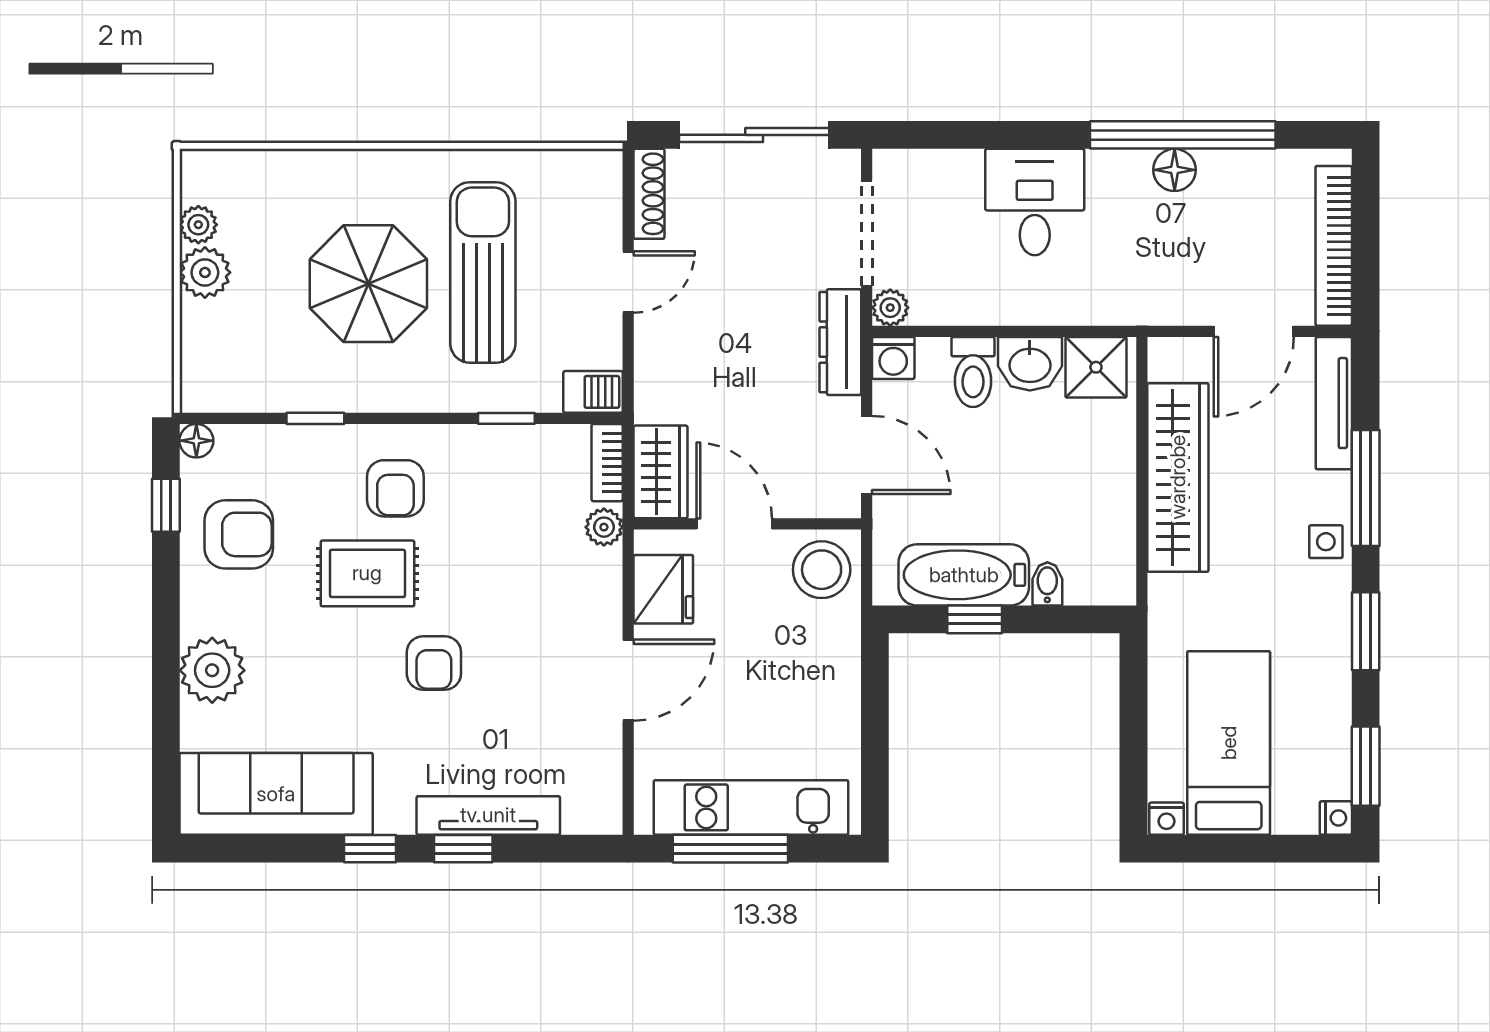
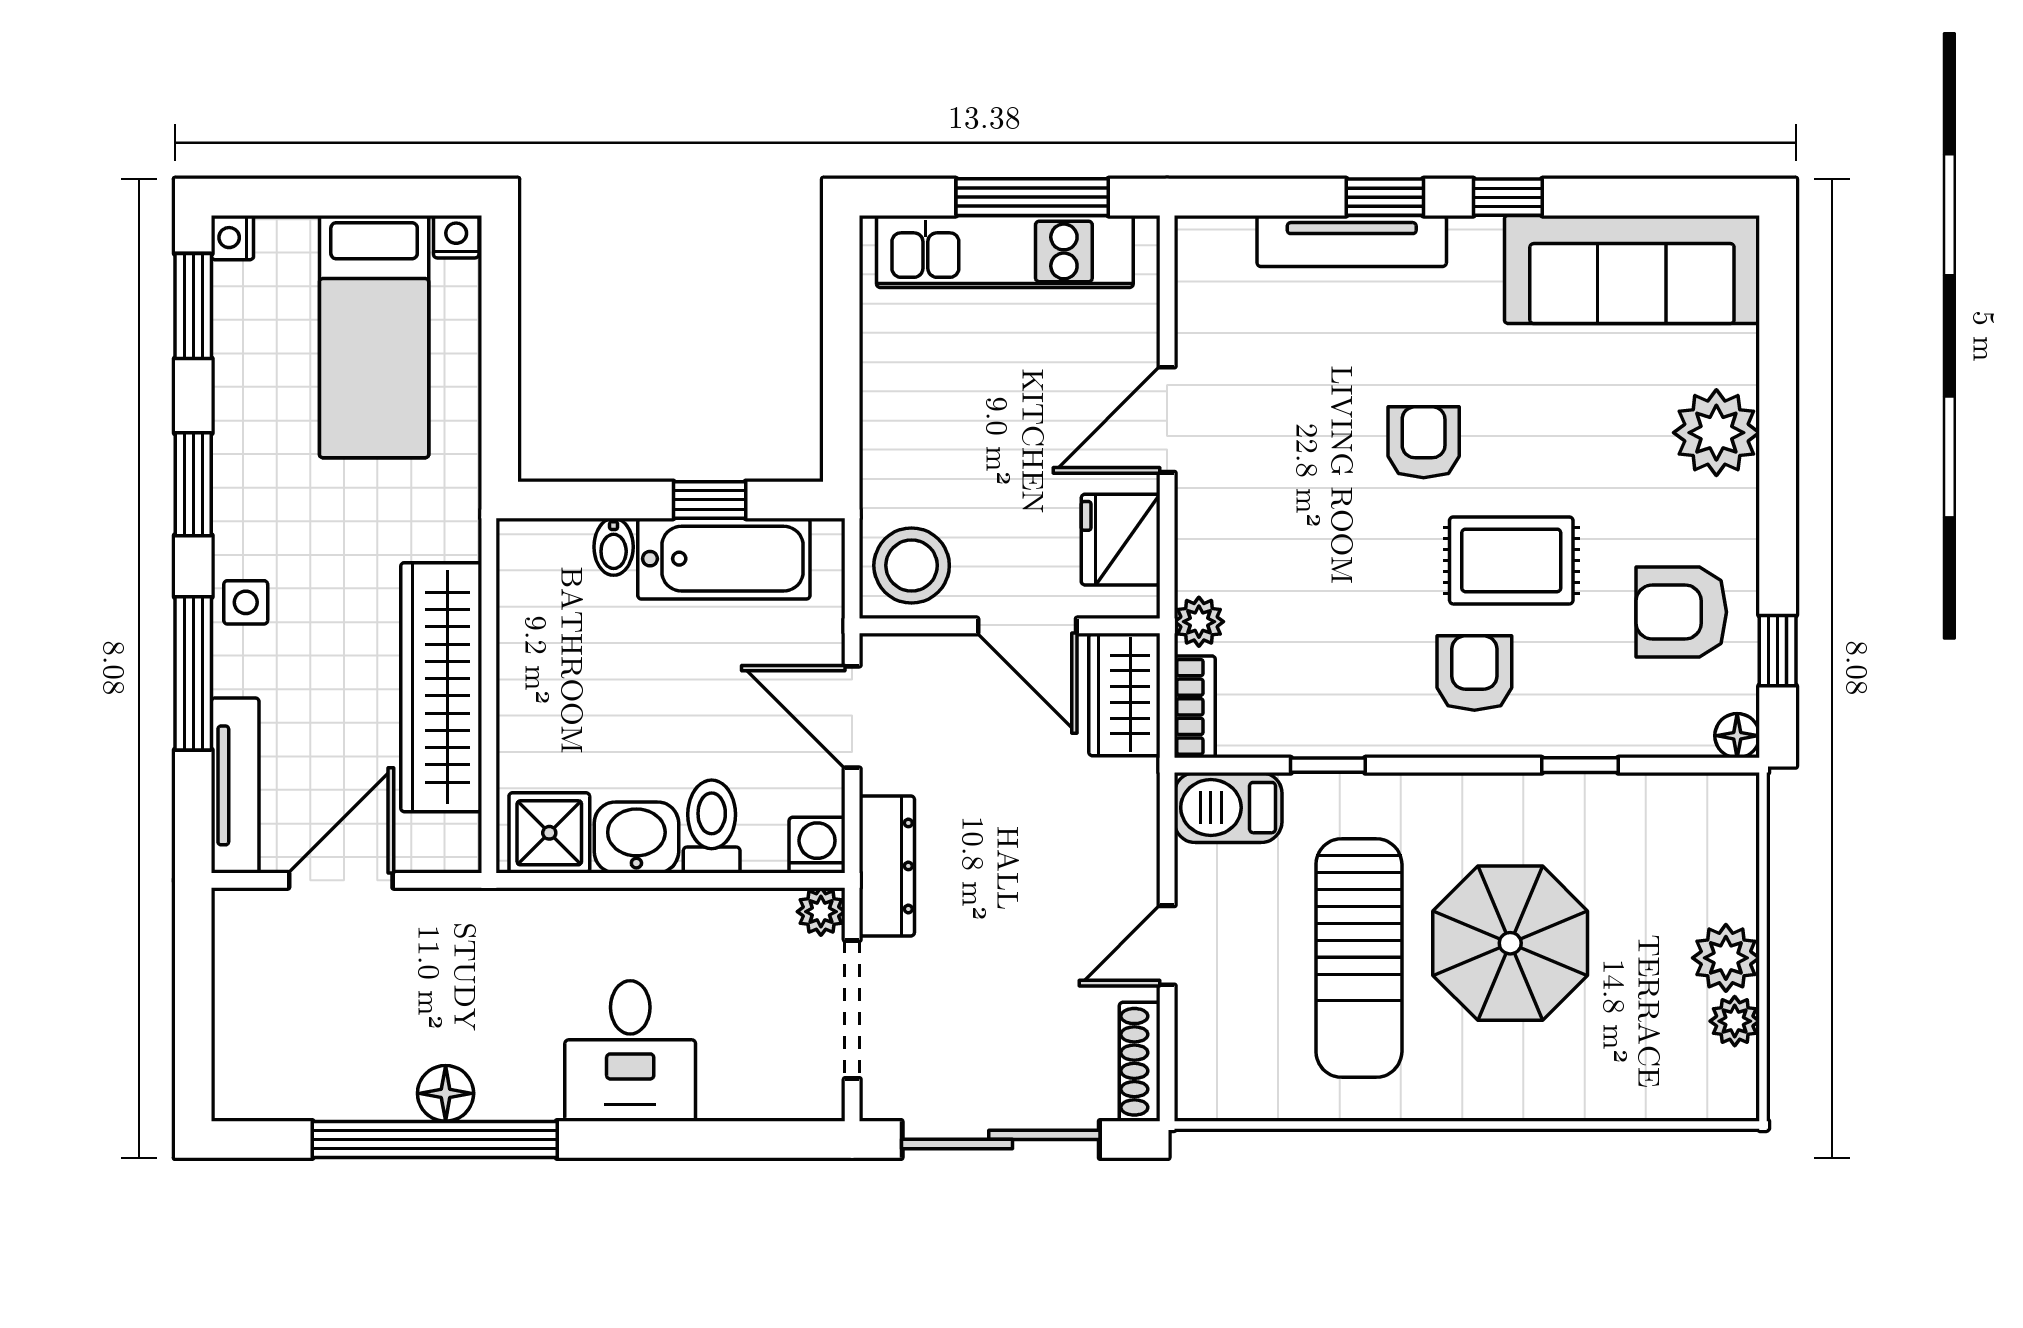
bookcase: (1334, 246) -> (235, 993), removed
barbecue: (593, 392) -> (1228, 808), width x1.38, depth x1.27

